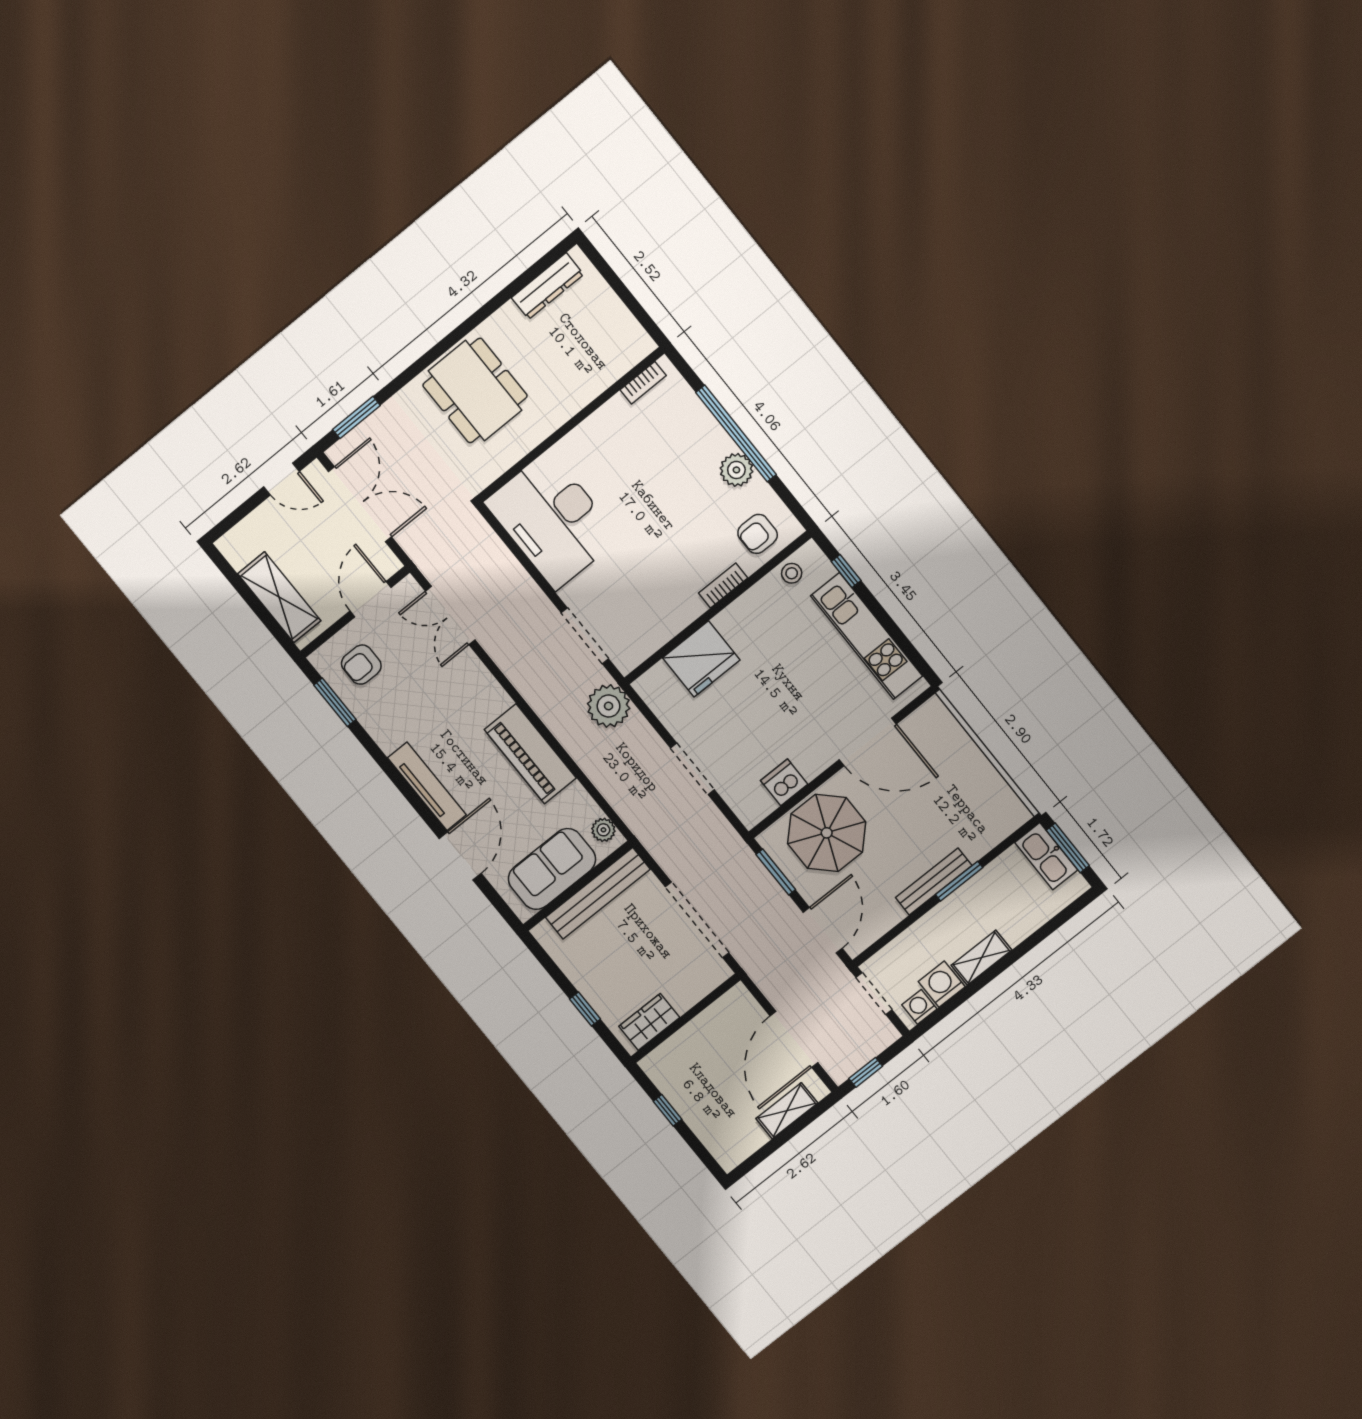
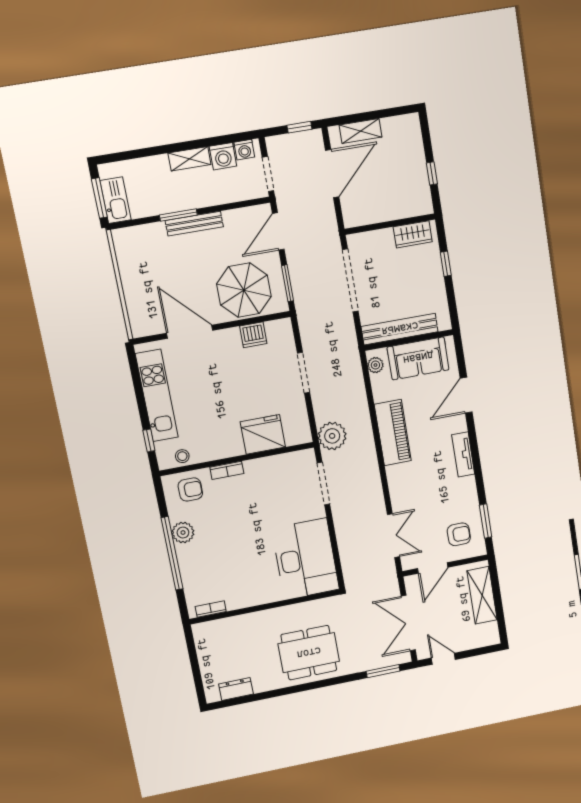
dresser: (547, 286) -> (236, 689), width x0.70
dining table: (475, 391) -> (309, 653), turned 90
tv unit: (427, 786) -> (463, 454), width x0.71

